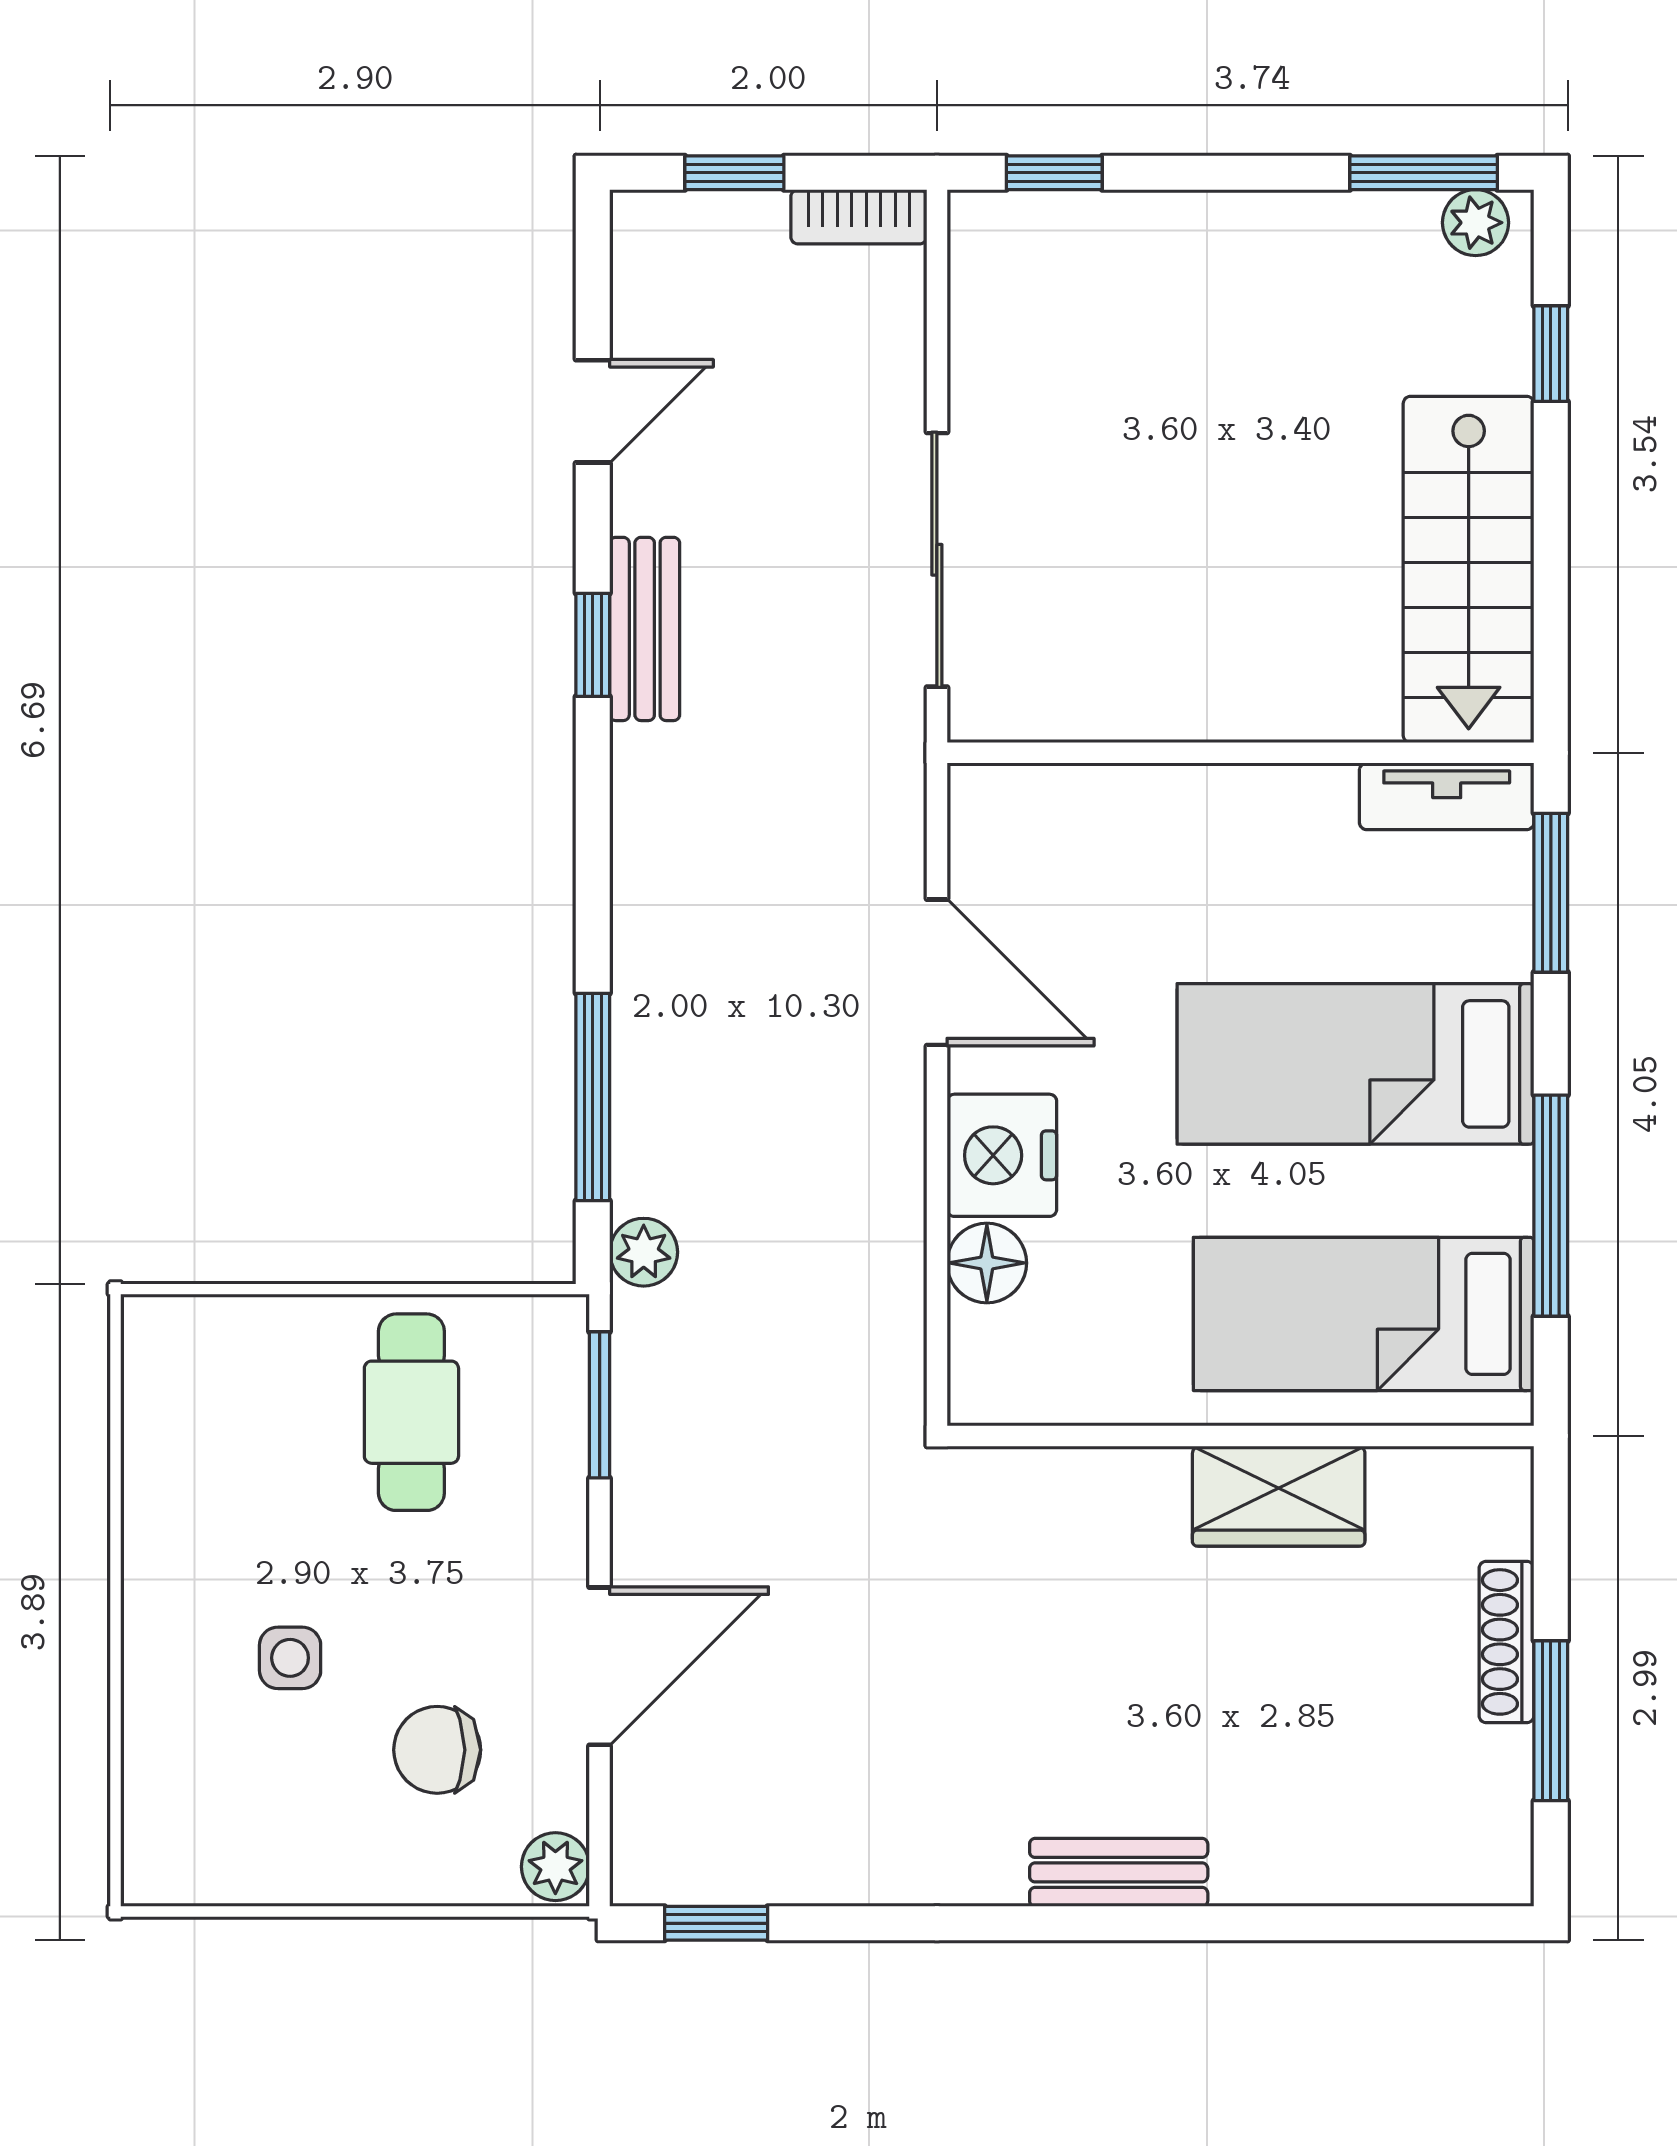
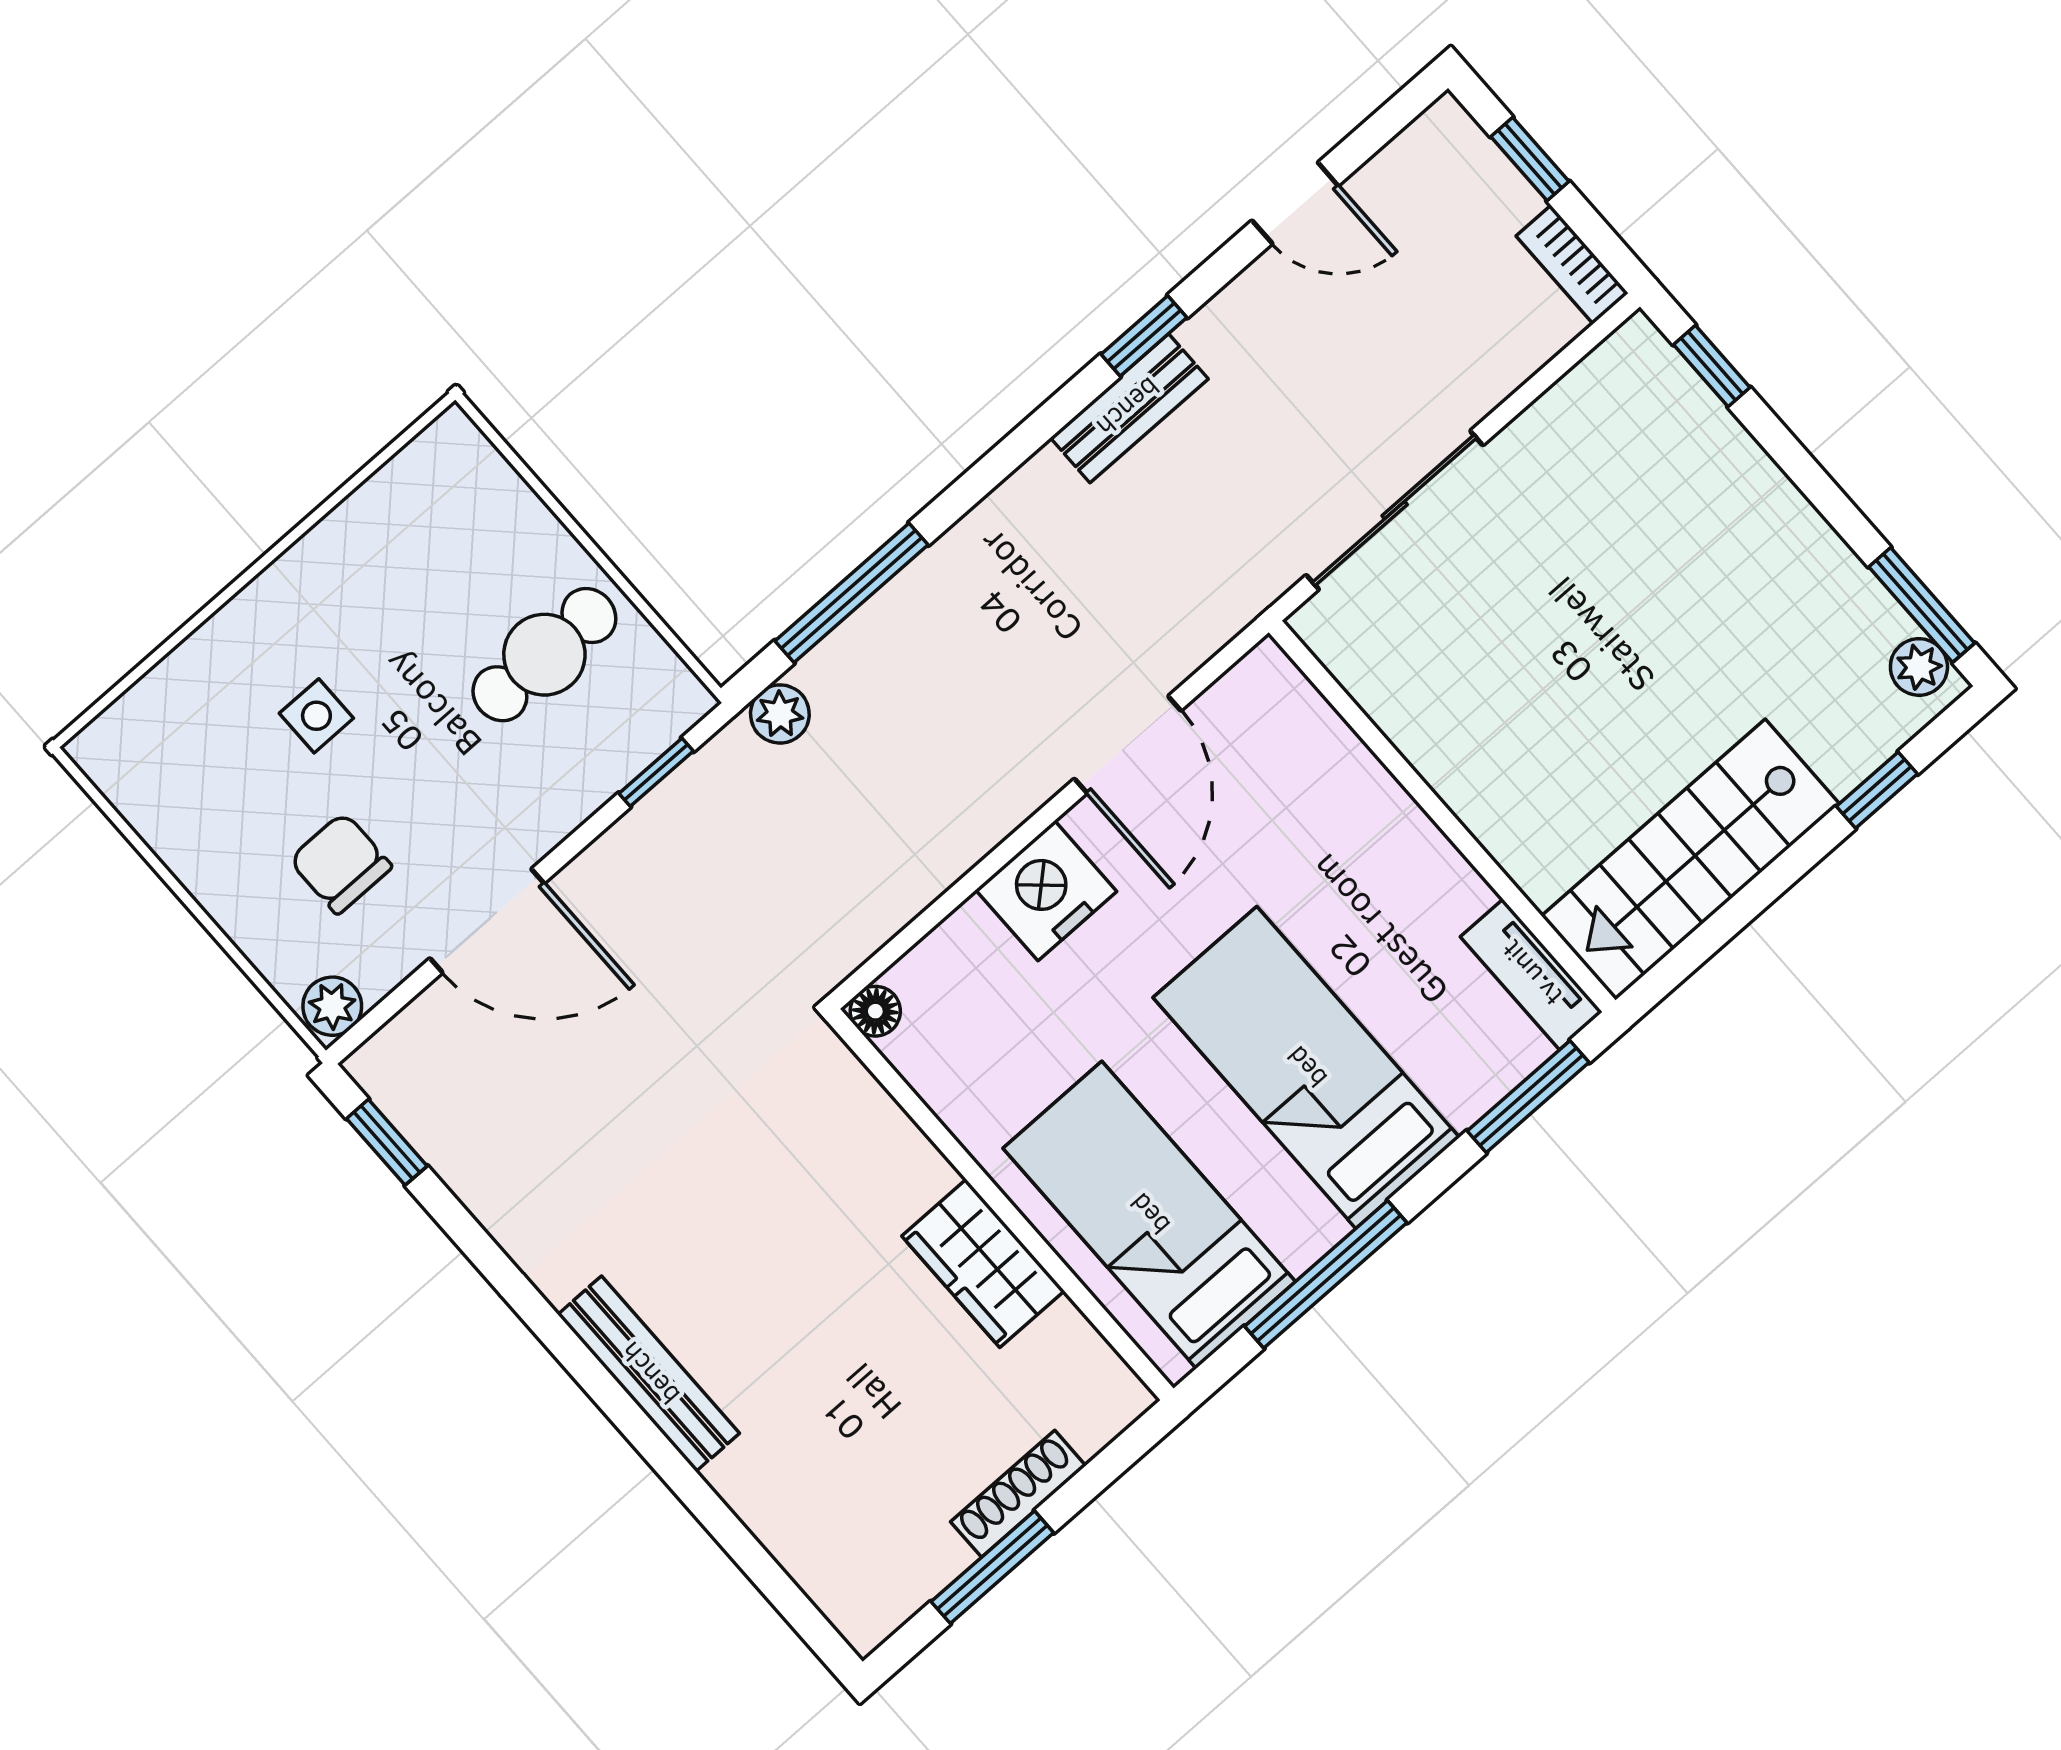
bench: (645, 629) -> (1129, 408), moved
floor lamp: (987, 1263) -> (875, 1011), moved, width x0.73, depth x0.73
window: (600, 1405) -> (656, 772), width x0.67
bench: (1119, 1872) -> (649, 1374), width x1.36

